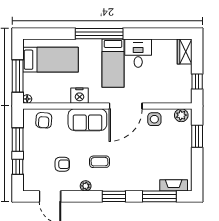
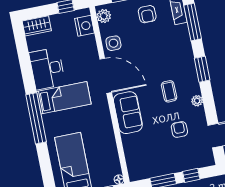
desk: (138, 53) -> (47, 69), width x1.37
nightstand: (79, 96) -> (85, 26), moved
armchair: (44, 120) -> (147, 14), moved, turned 86

